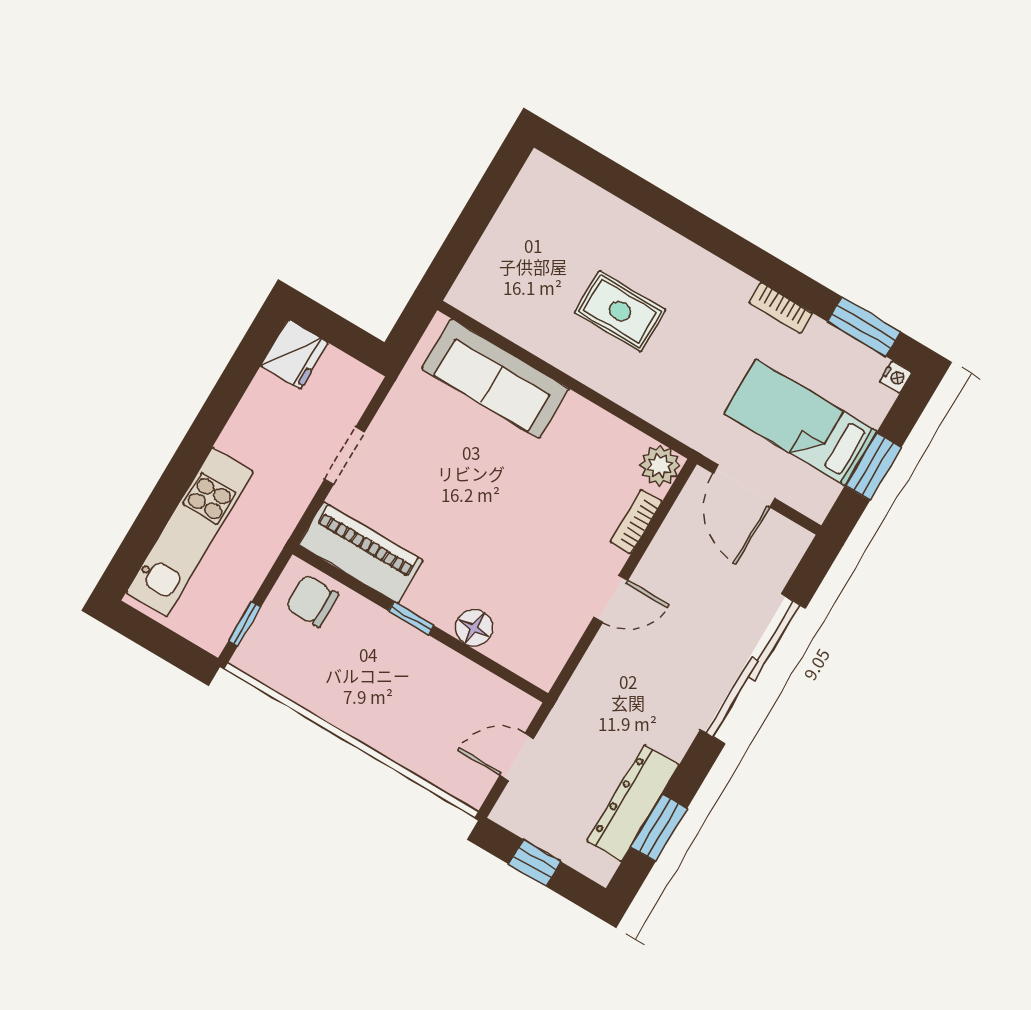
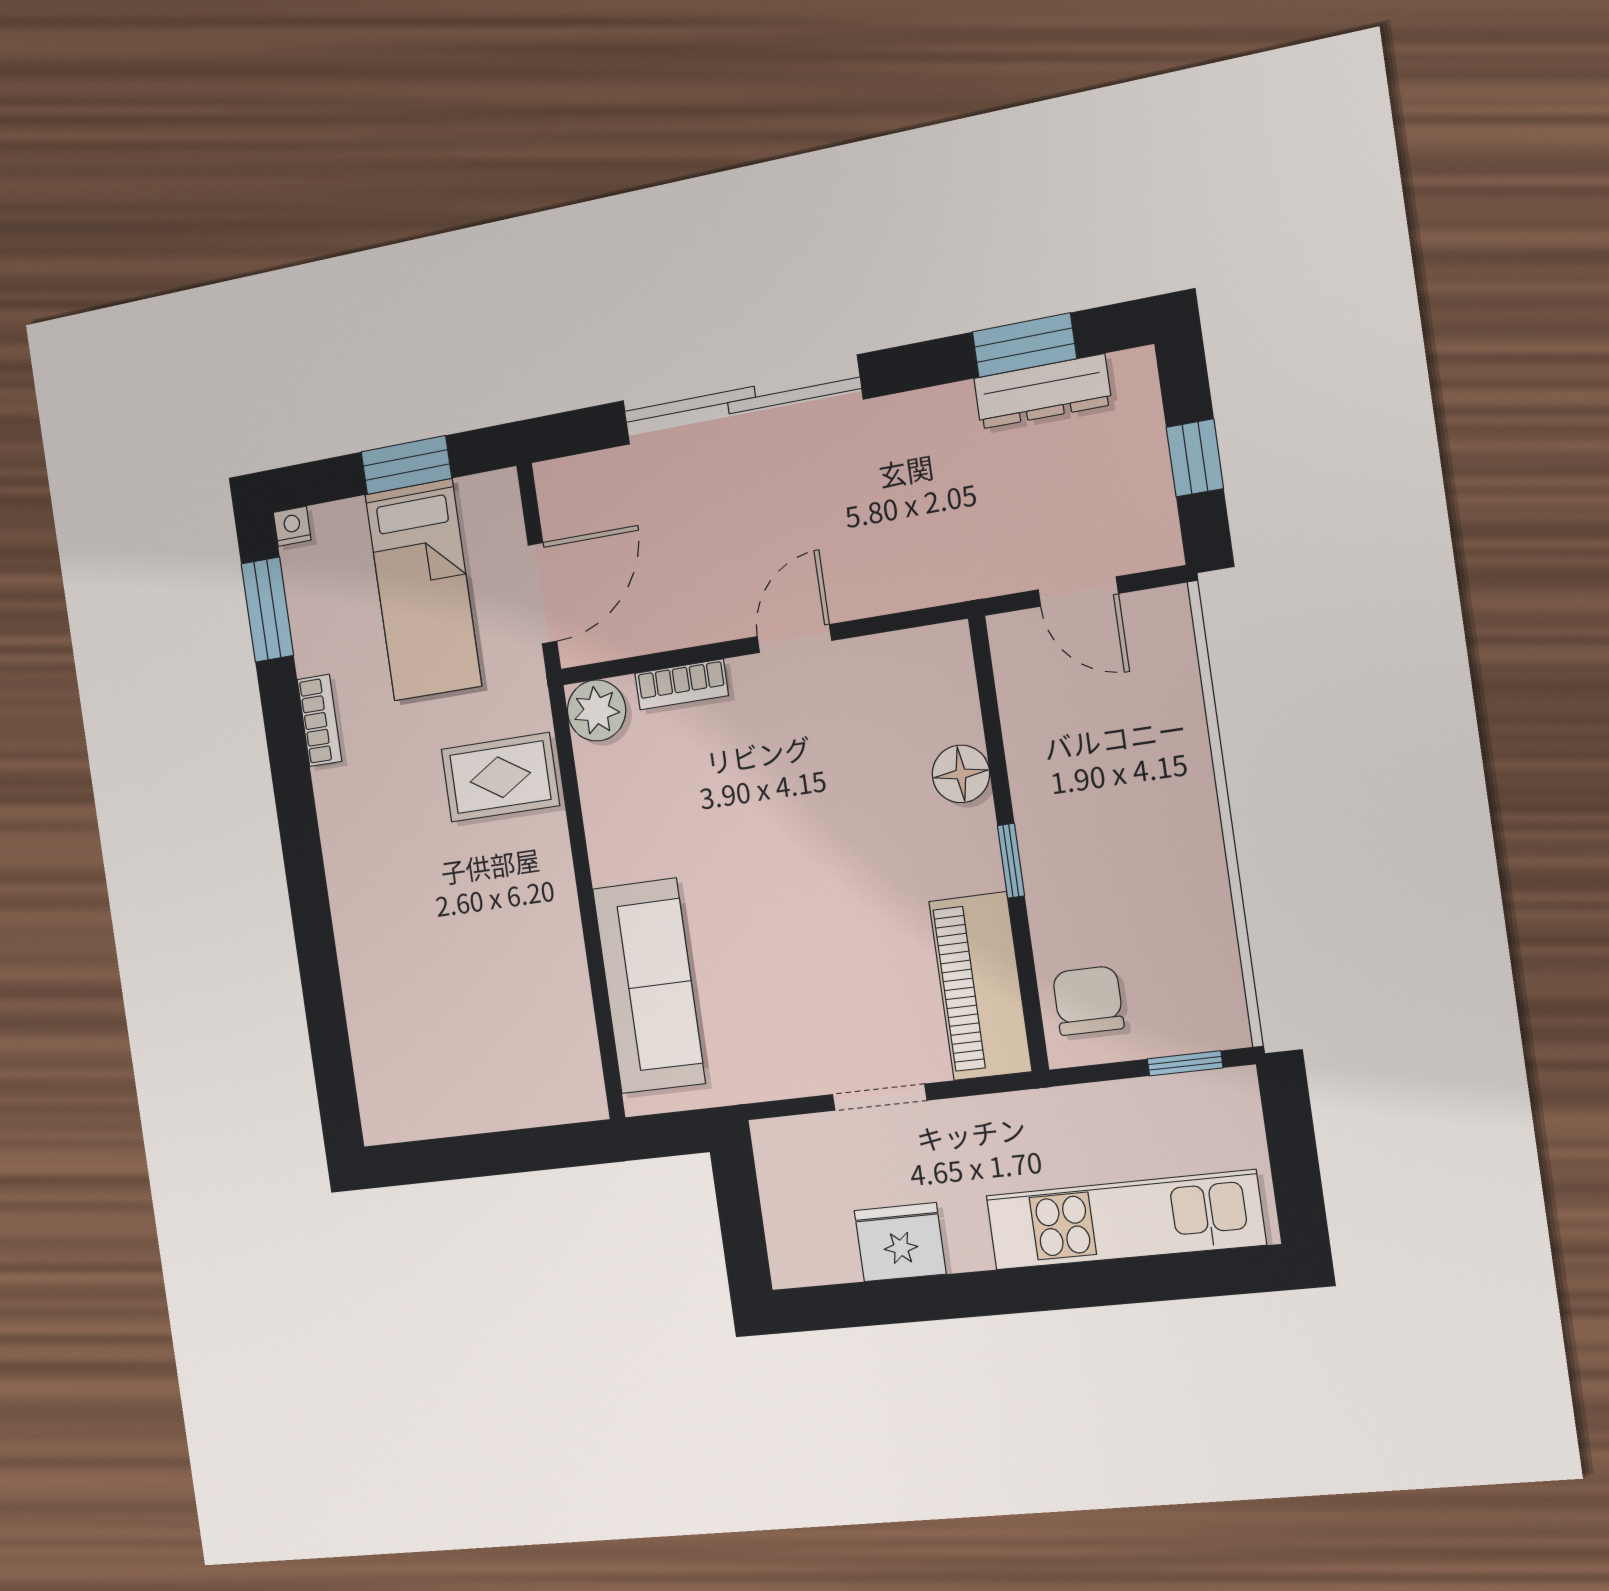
rug: (620, 311) -> (500, 777), moved, turned 90
fridge: (295, 354) -> (900, 1242), moved
door: (611, 599) -> (794, 639), hinge flipped
chair: (312, 601) -> (1088, 1001), turned 180
dresser: (633, 803) -> (1042, 392), width x0.73, depth x0.80

